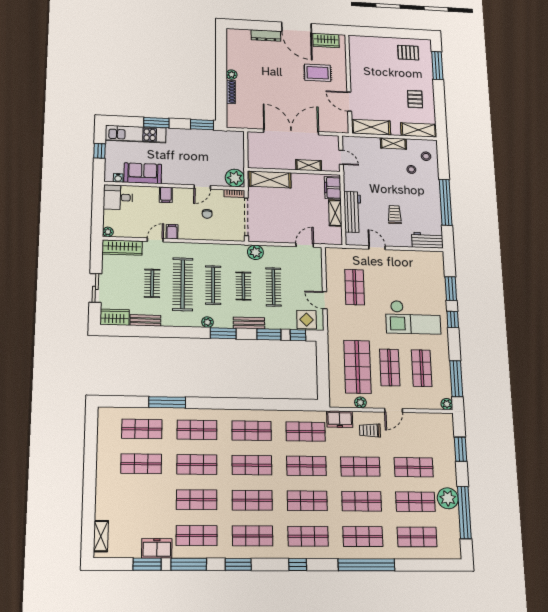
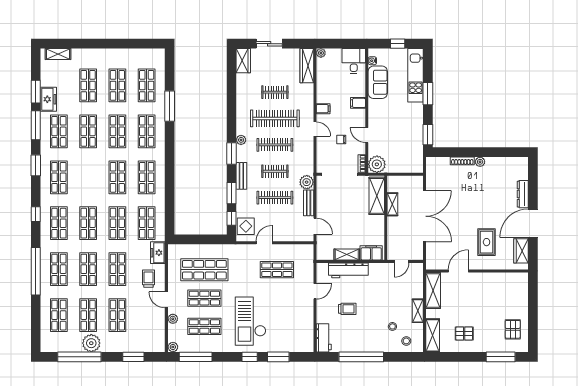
shelving: (309, 165) -> (392, 204), moved
door: (155, 240) -> (315, 129), moved
bench: (145, 320) -> (309, 203), moved
plant: (360, 402) -> (173, 319), moved
shop shelf: (252, 500) -> (88, 85), moved

